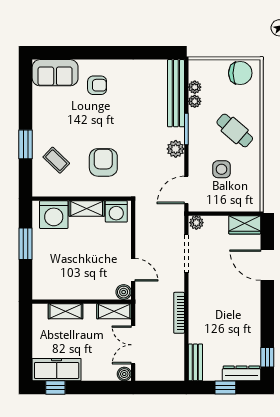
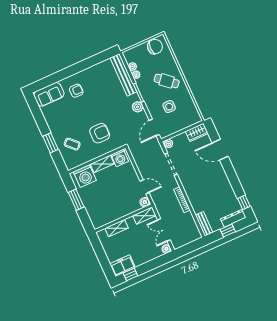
armchair: (103, 162) -> (100, 133), turned 90
freezer: (57, 370) -> (123, 266), width x0.71

